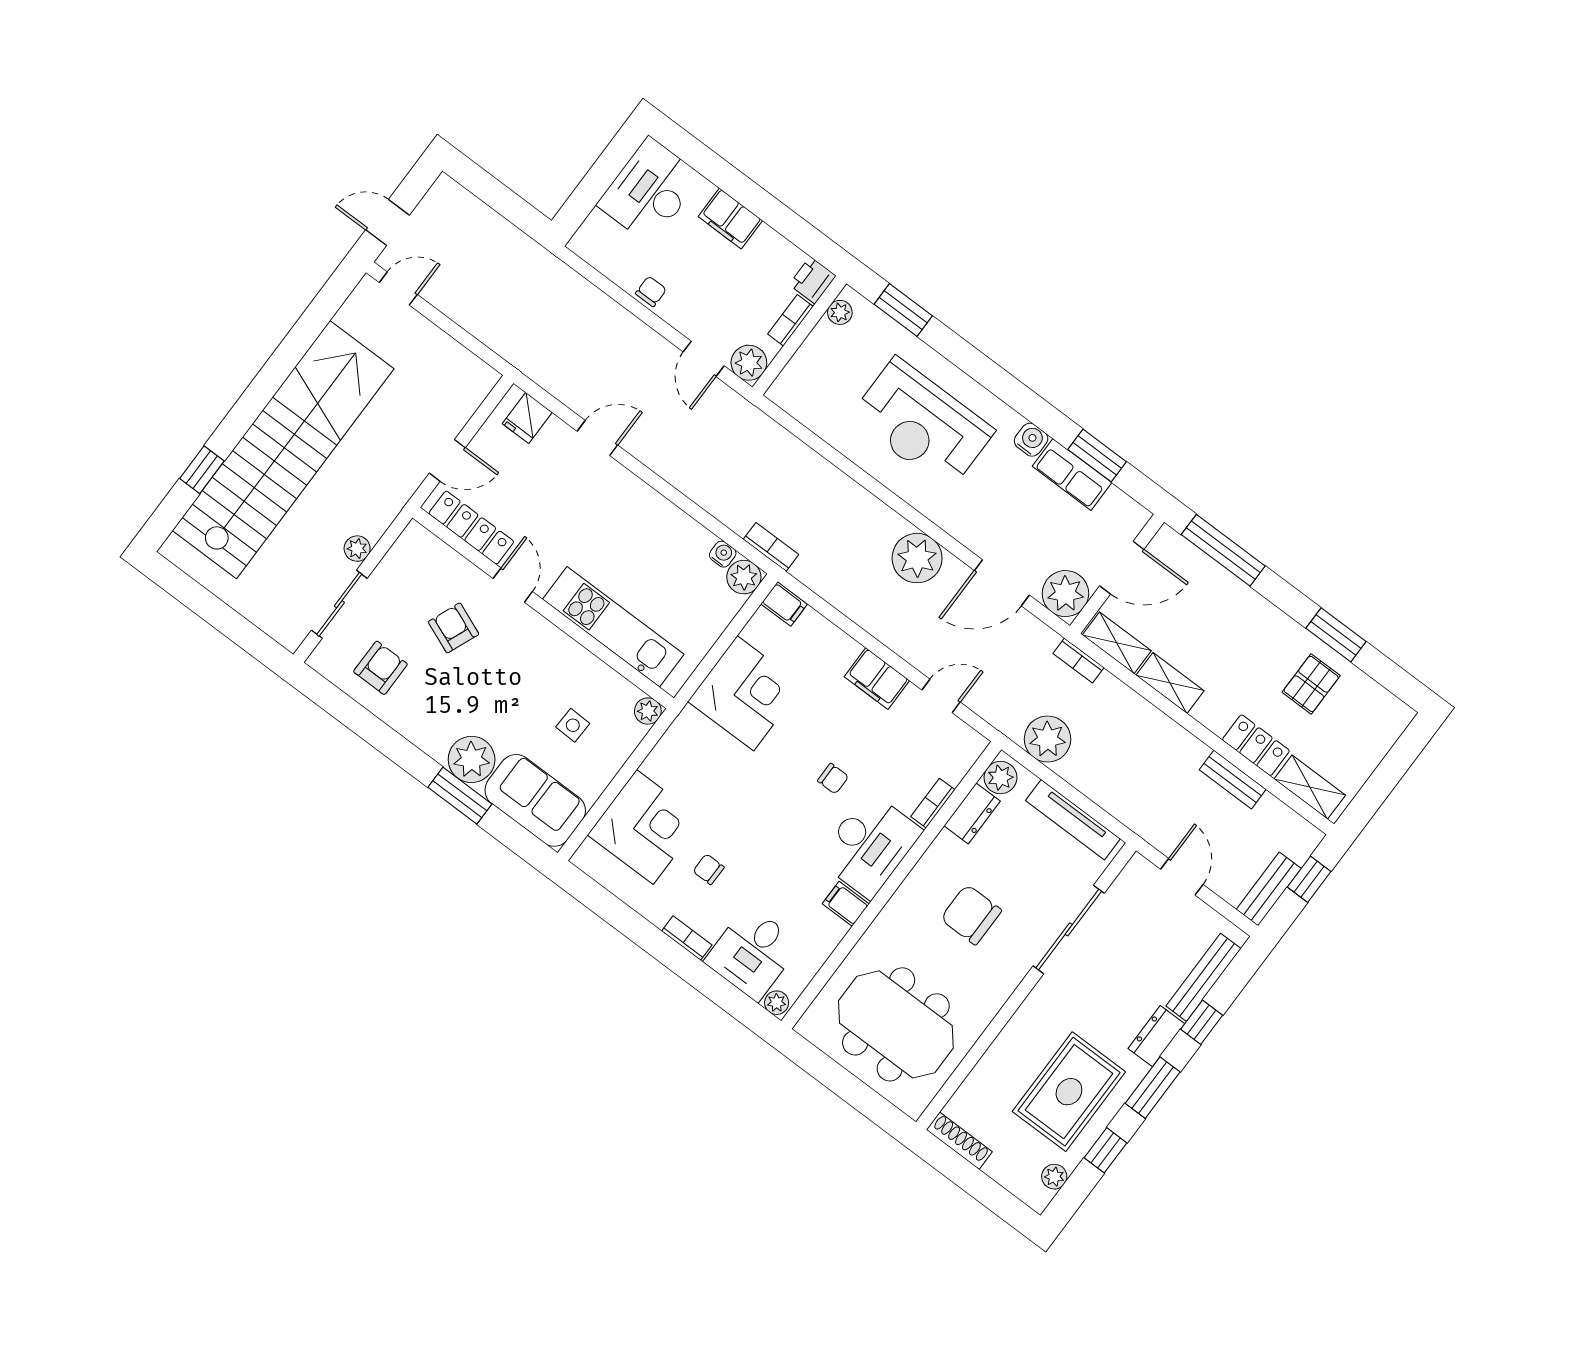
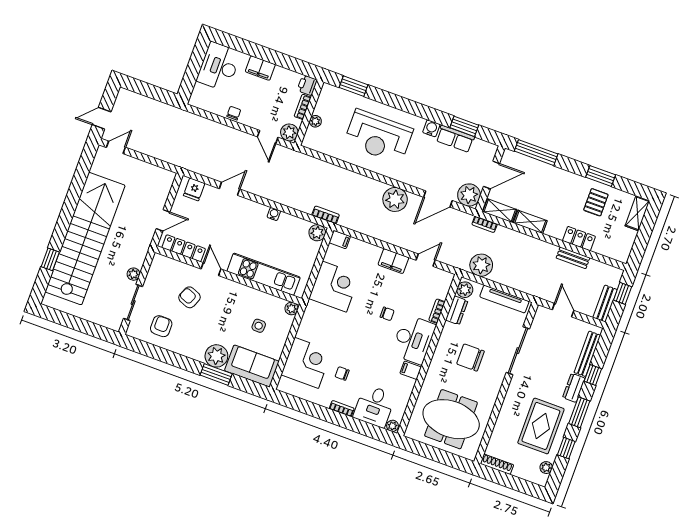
plant: (840, 312) -> (315, 121), moved
water cooler: (723, 554) -> (274, 214), moved
shelving: (1310, 787) -> (637, 213), moved, turned 90

